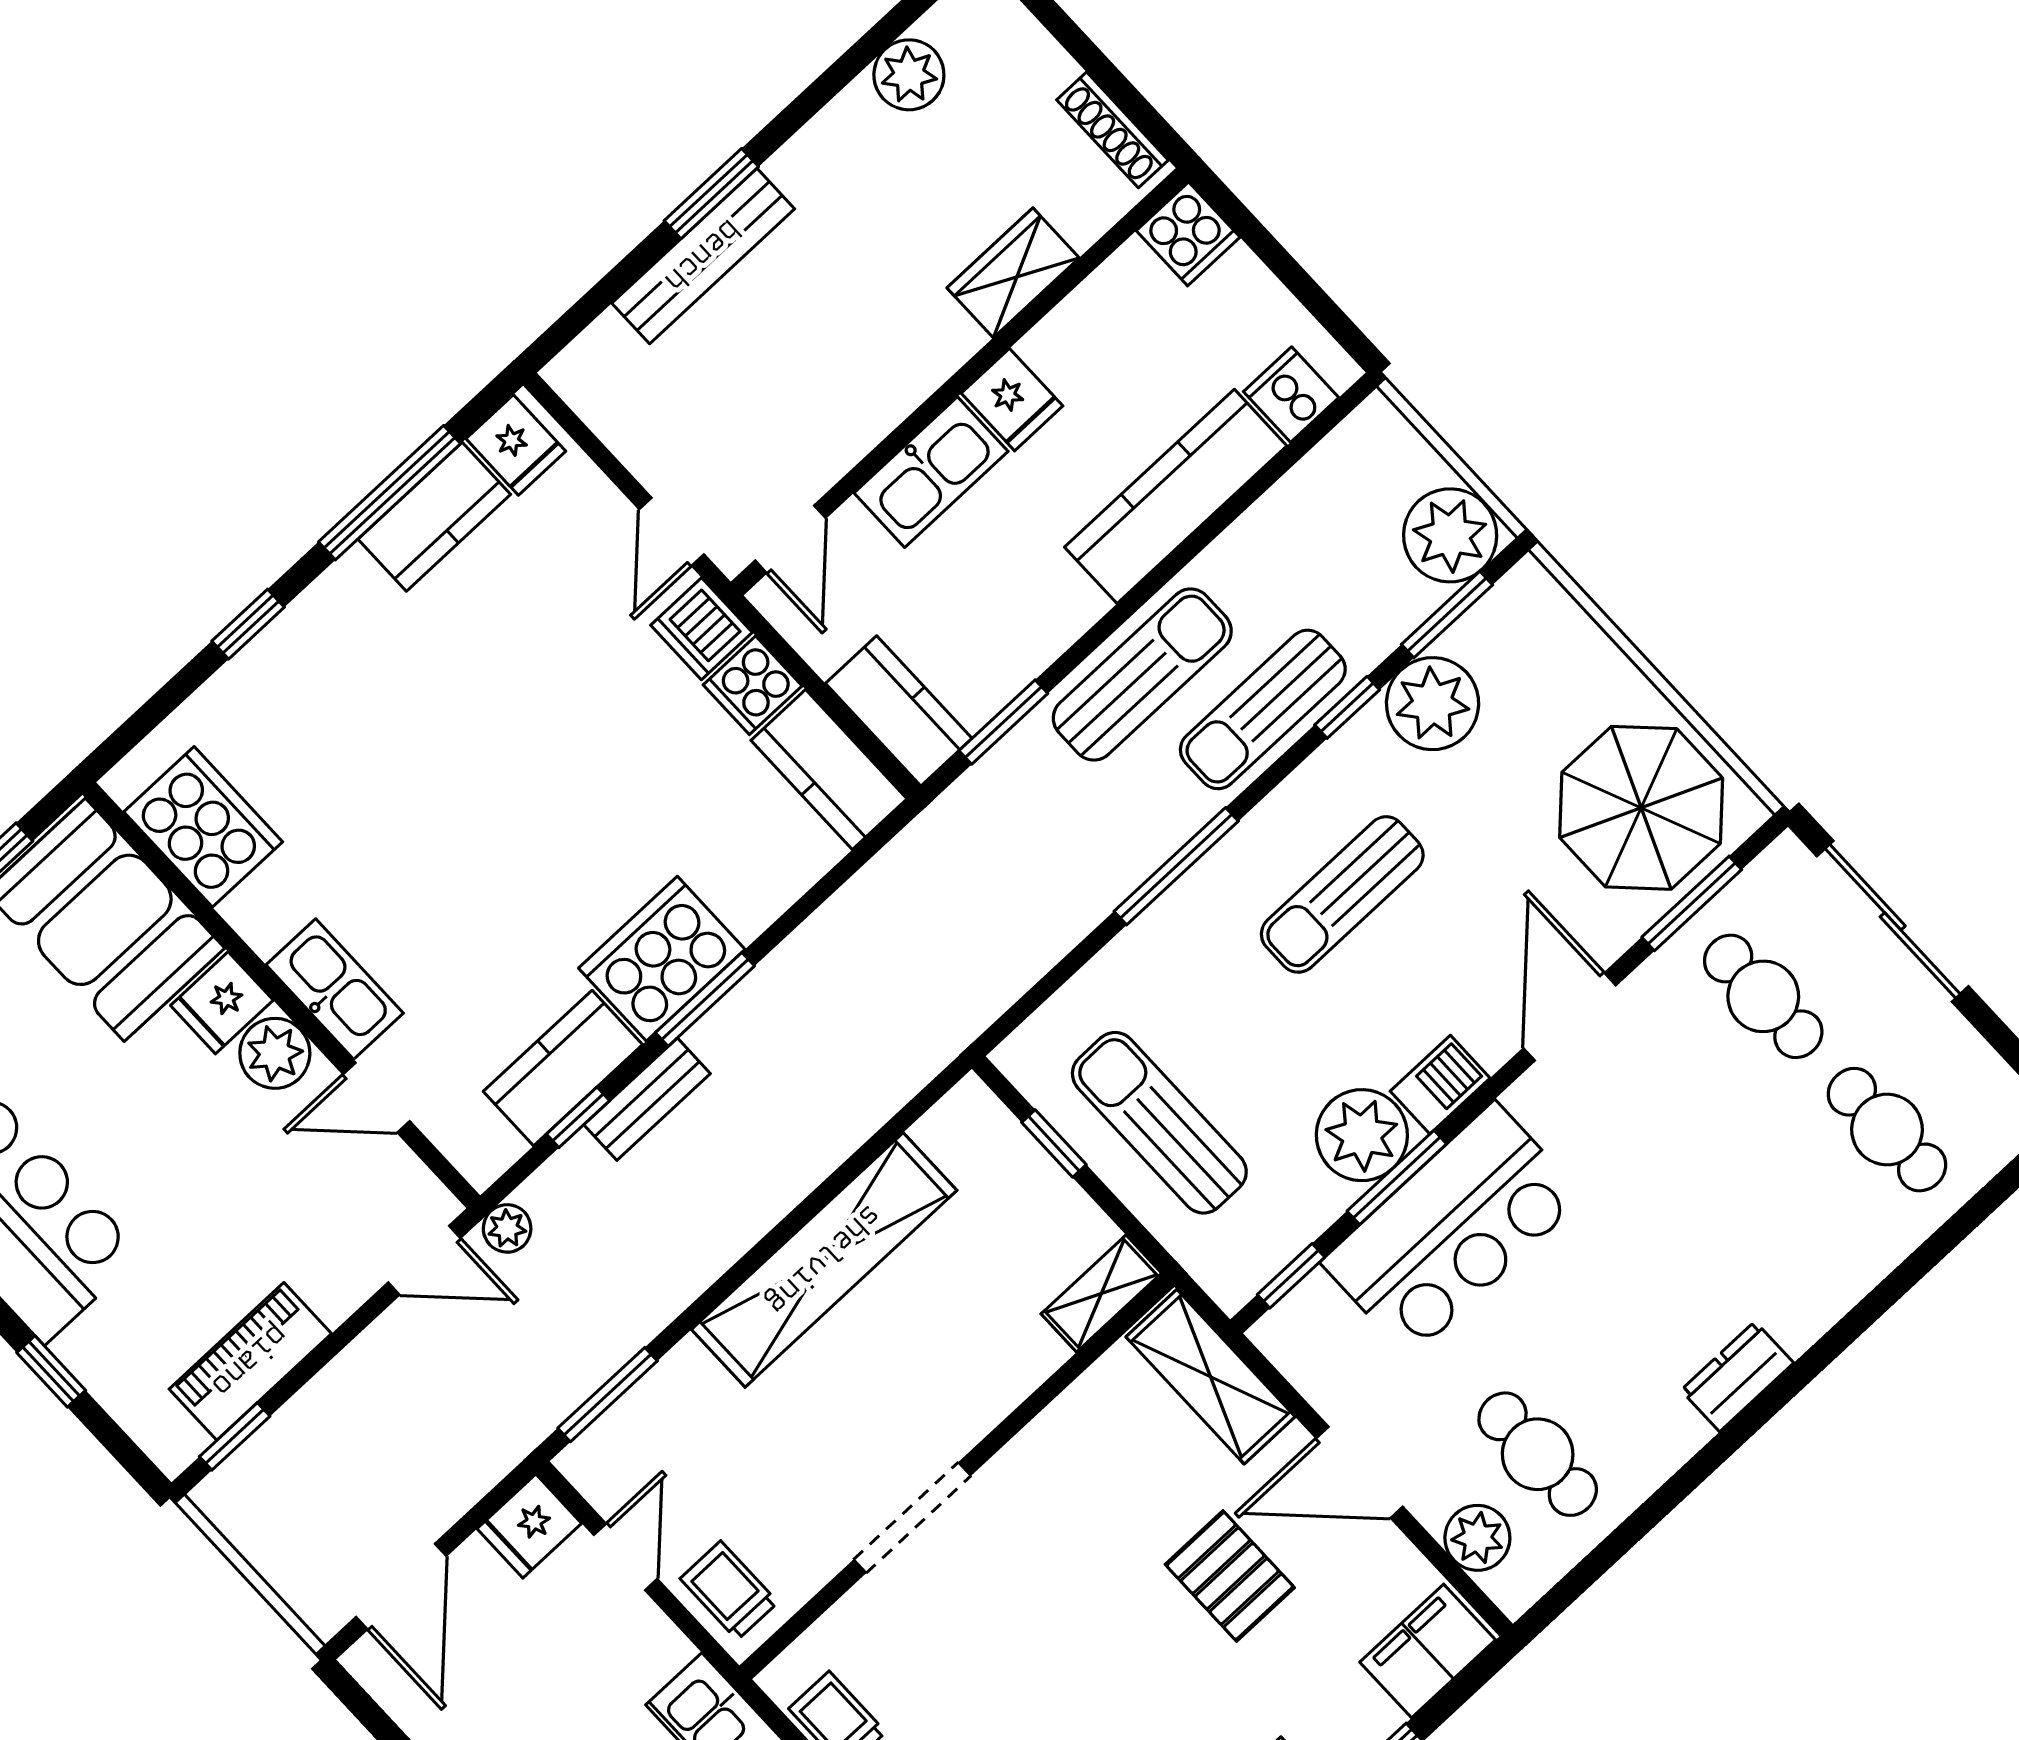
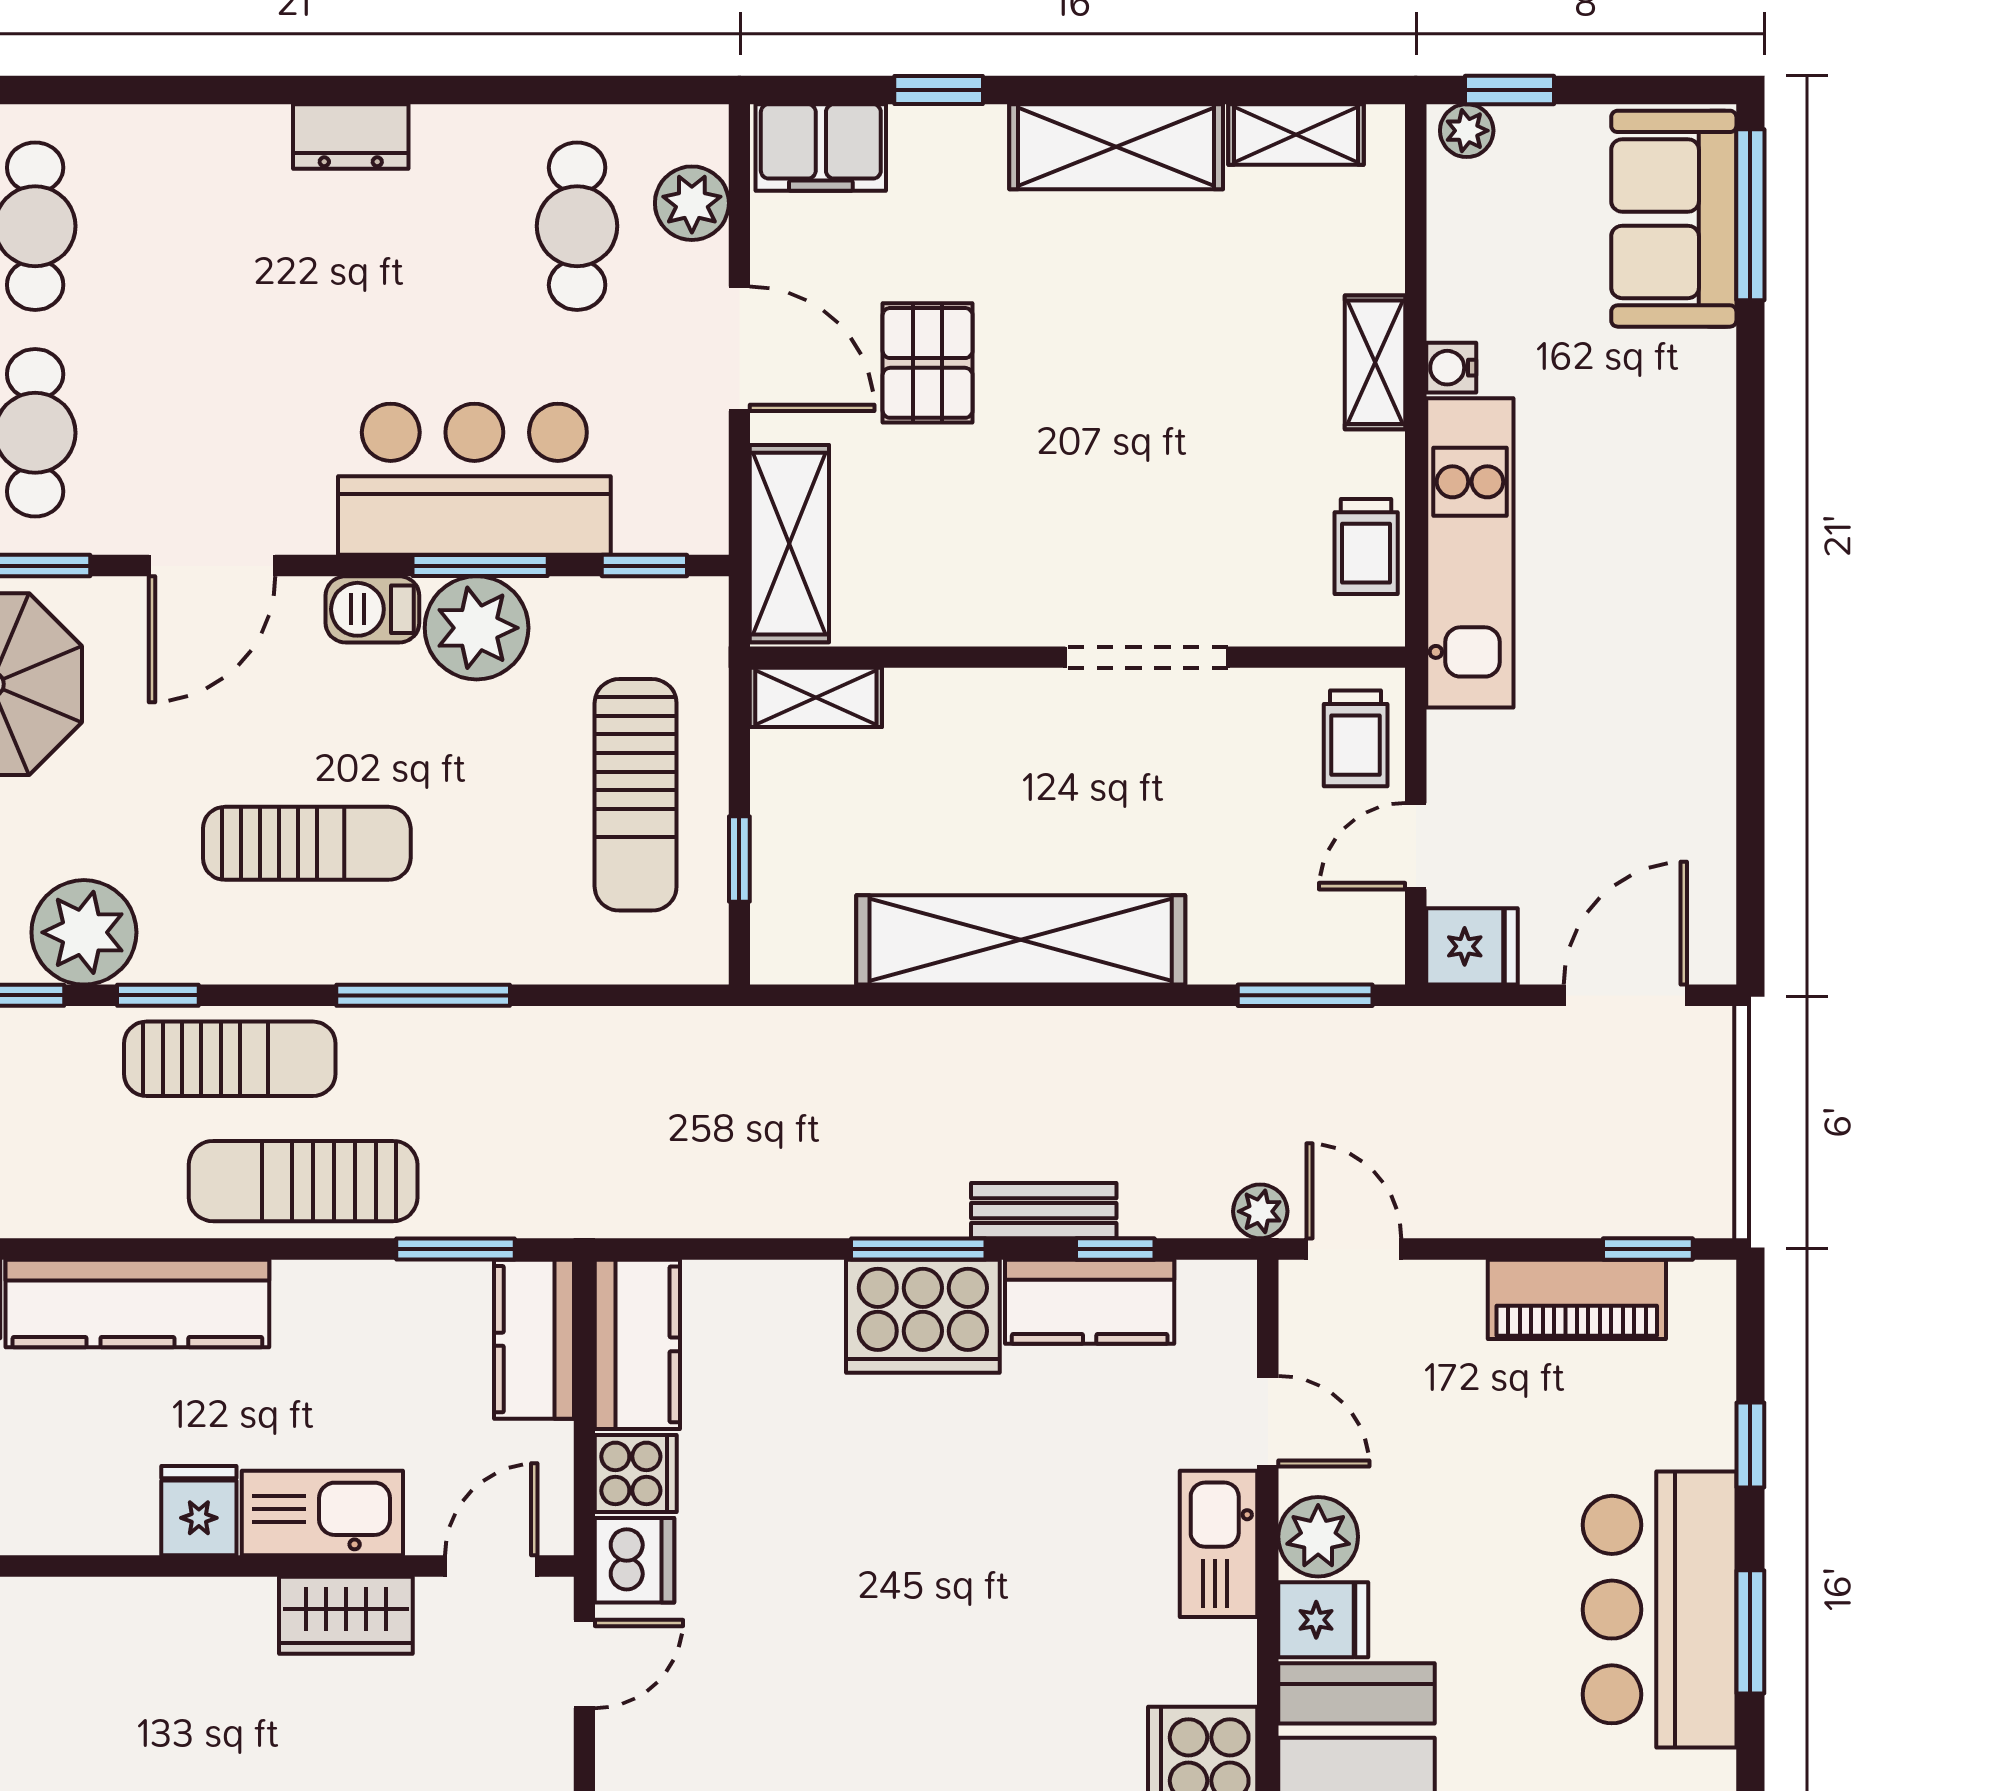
wardrobe: (1013, 273) -> (346, 1615), moved

